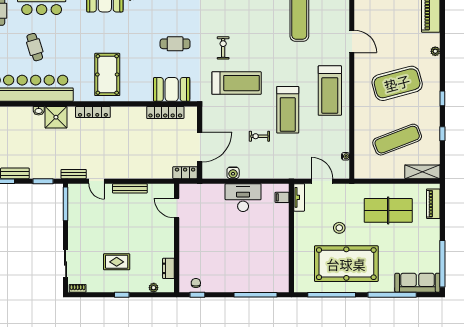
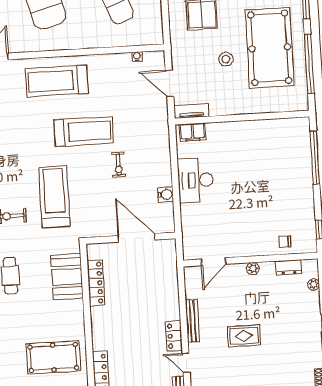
treadmill: (330, 91) -> (57, 81), turned 180
locker: (185, 173) -> (174, 336), moved
door: (97, 181) -> (186, 363), swing flipped
door: (322, 181) -> (169, 83), hinge flipped
filing cabinet: (282, 197) -> (192, 132), width x2.00
plant: (169, 239) -> (253, 269), added
rug: (117, 262) -> (244, 336), moved, turned 90
chair: (196, 283) -> (285, 242), moved

